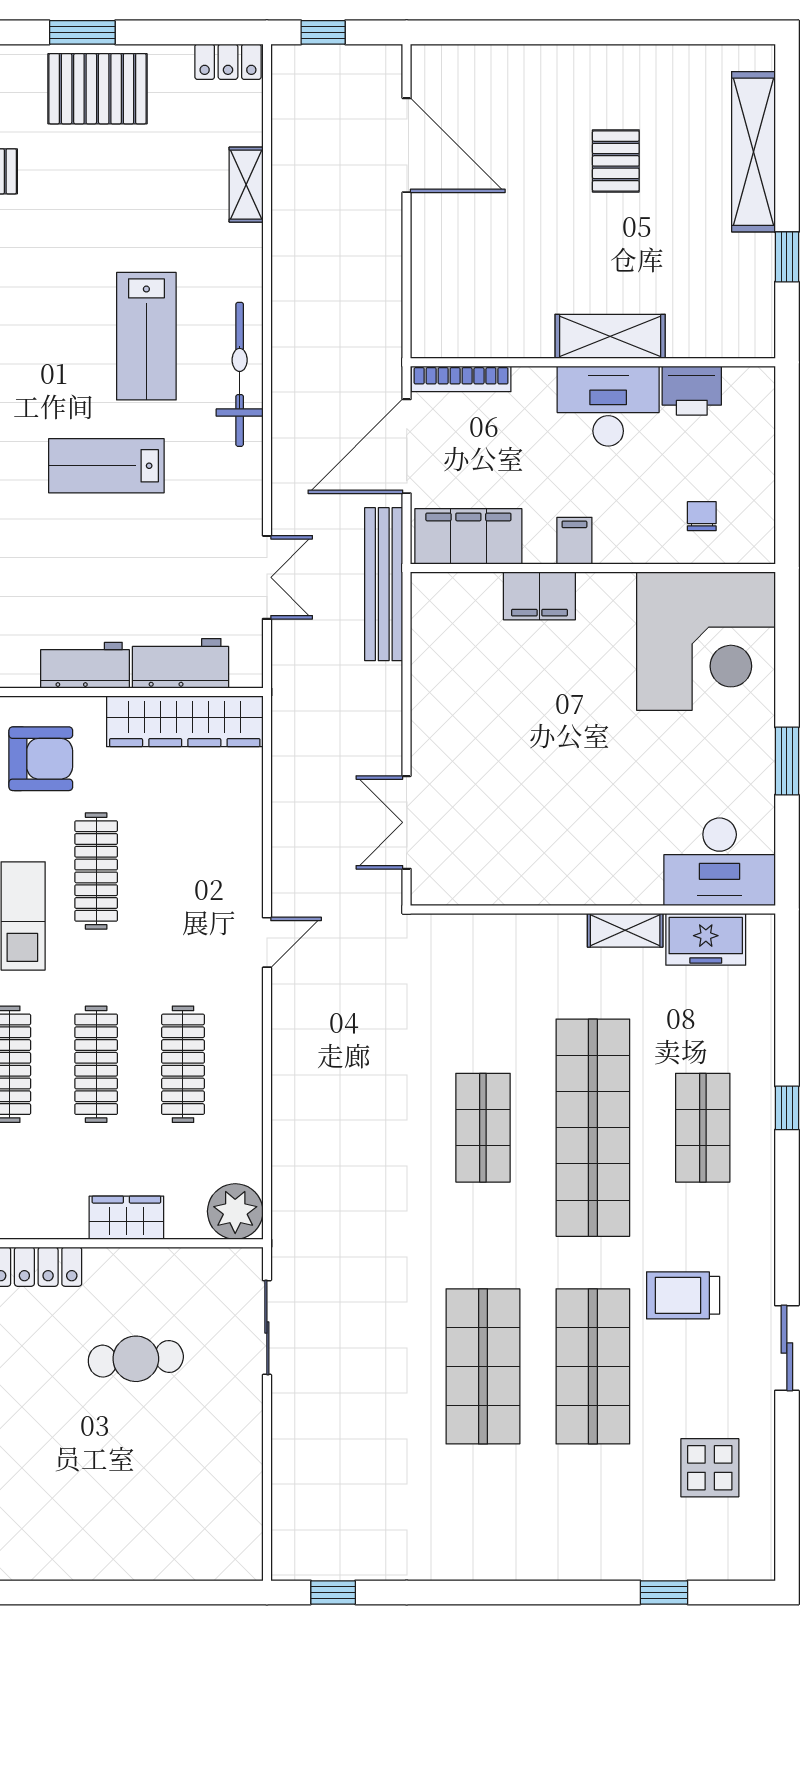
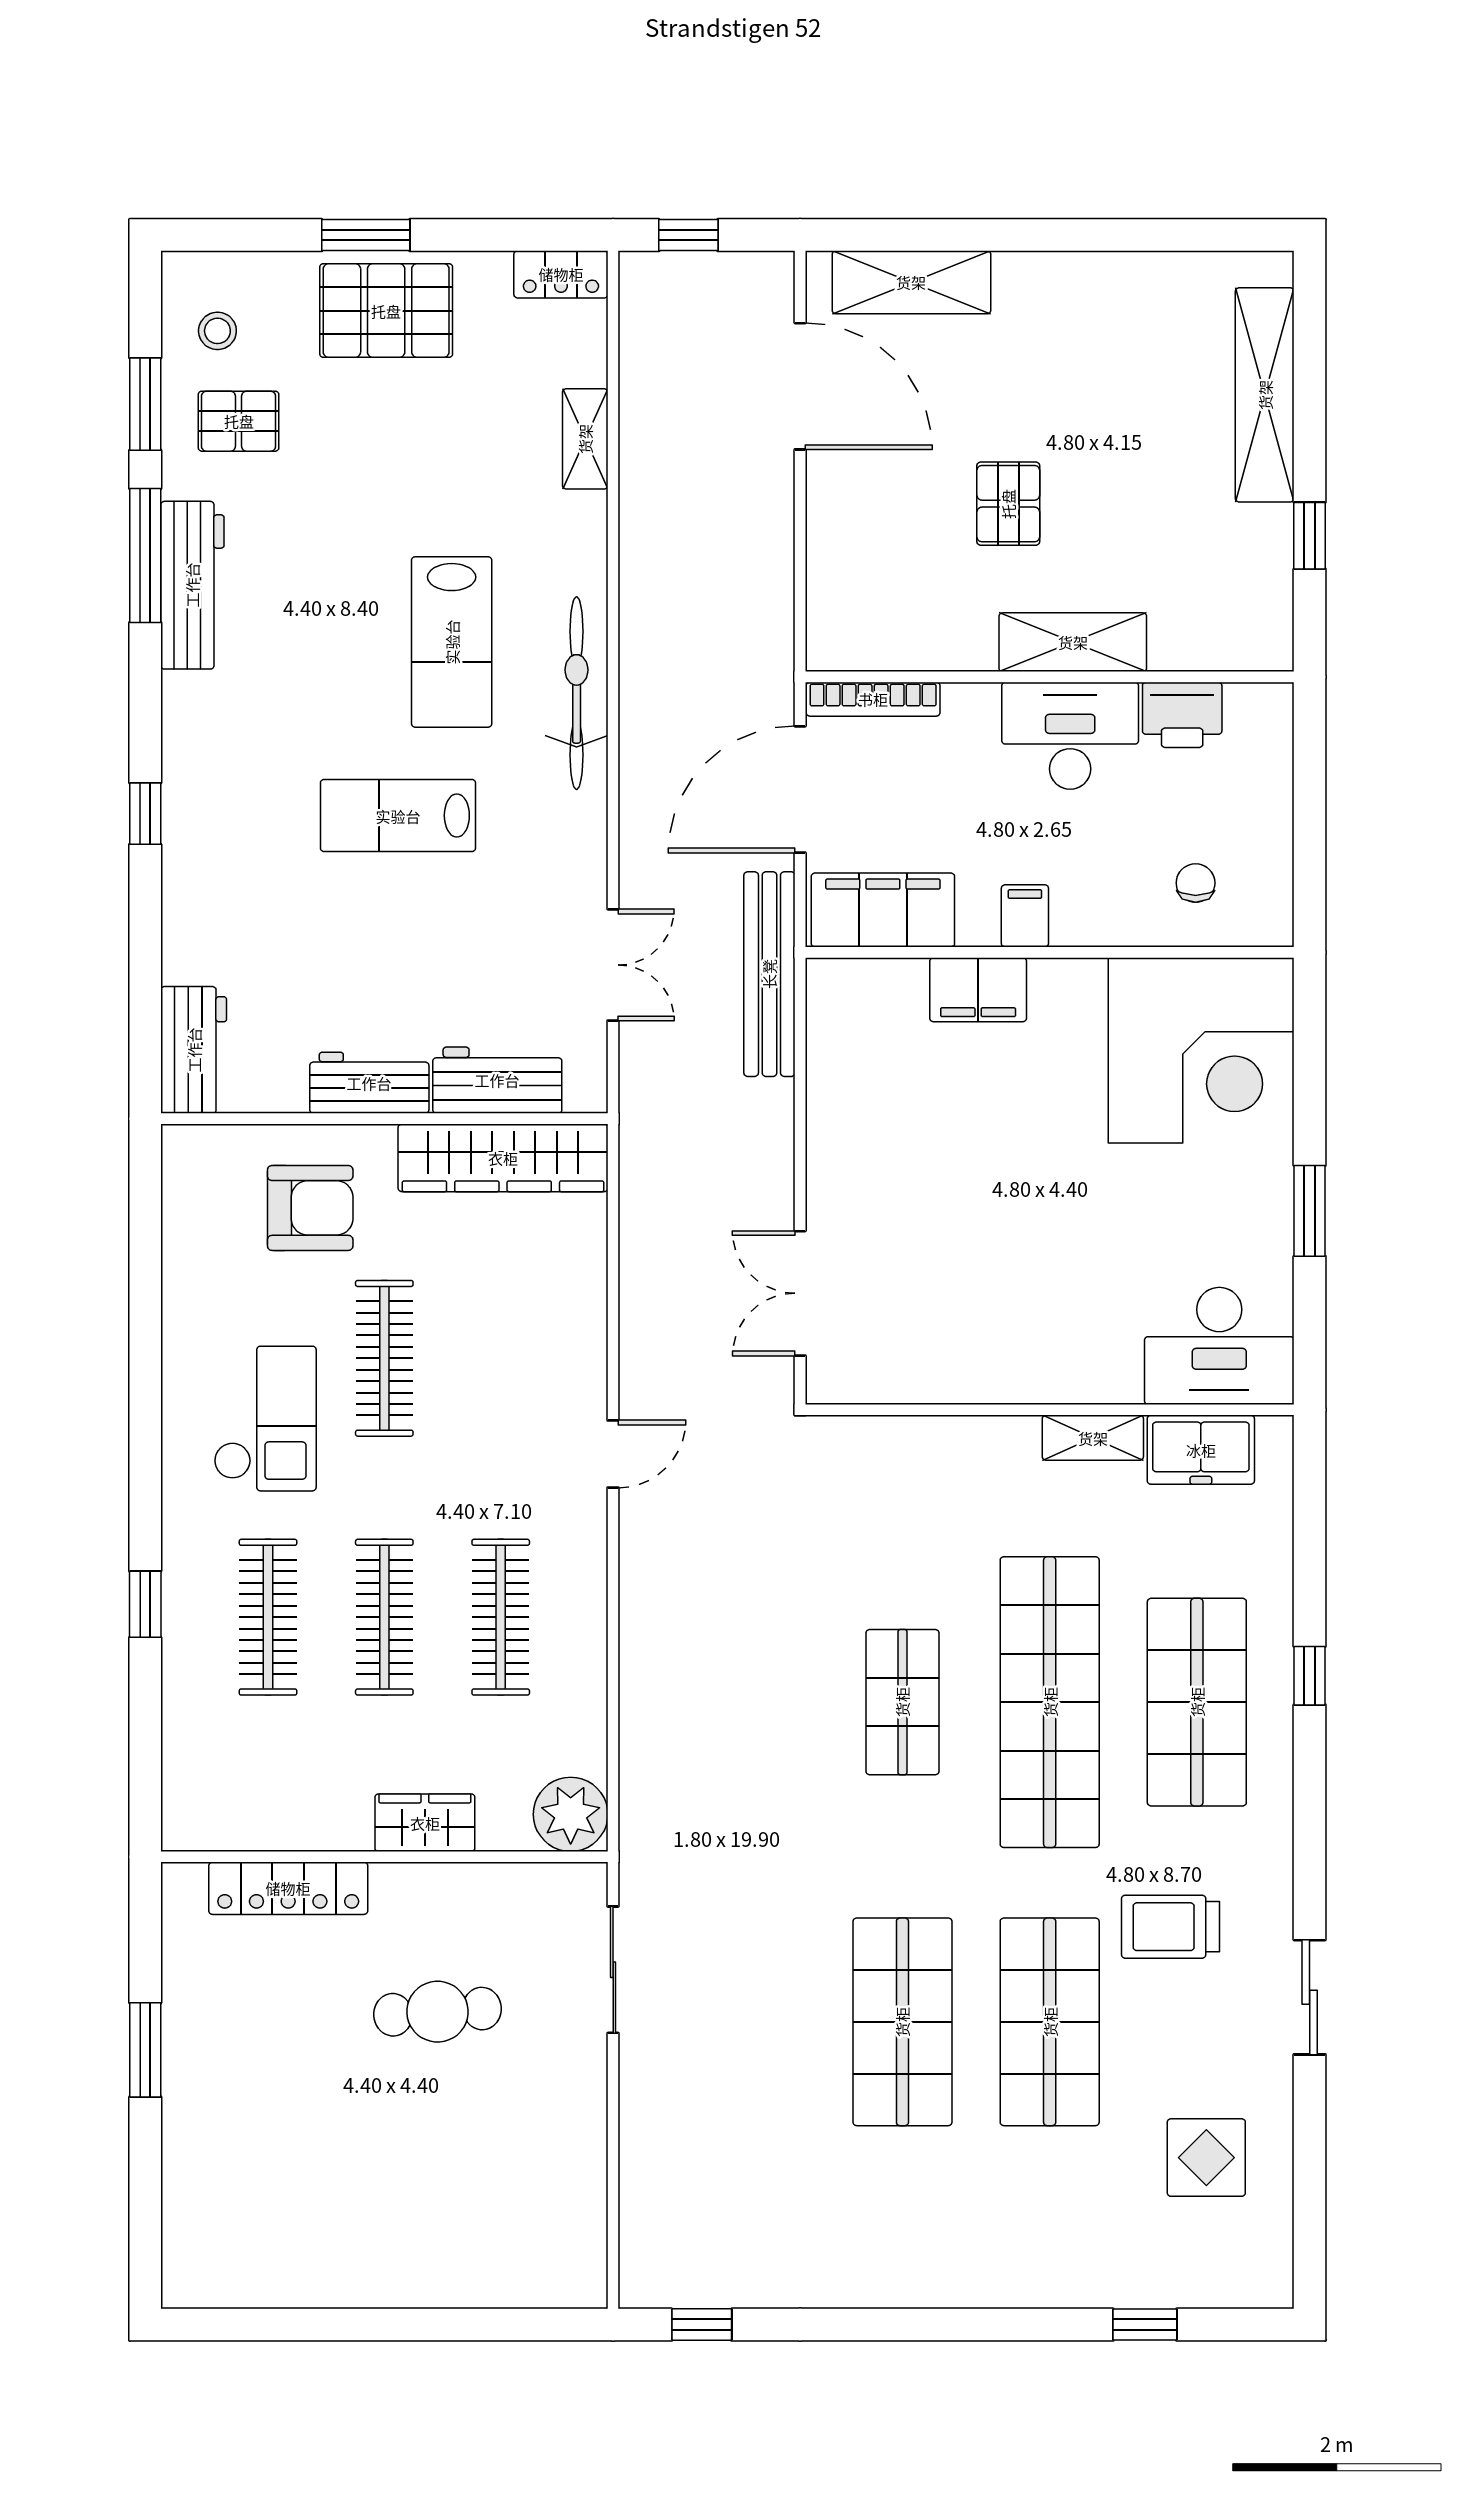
shelving: (490, 68) -> (911, 282), added
pallet: (616, 161) -> (1008, 504), moved
shop shelf: (703, 1128) -> (1197, 1702), width x1.43, depth x1.36

